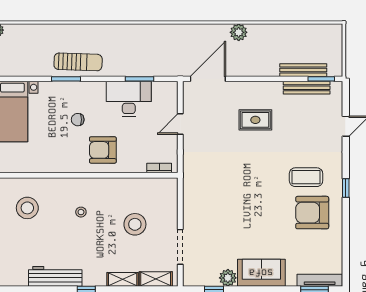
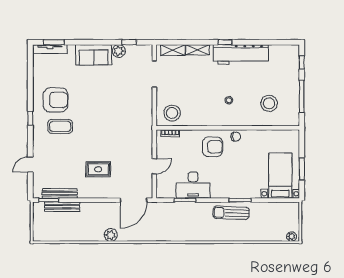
chair: (78, 120) -> (236, 137), moved
stool: (135, 224) -> (172, 113), moved
workbench: (55, 276) -> (241, 54), width x1.36, depth x1.32

